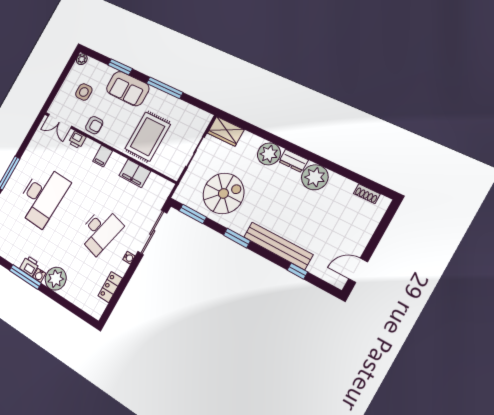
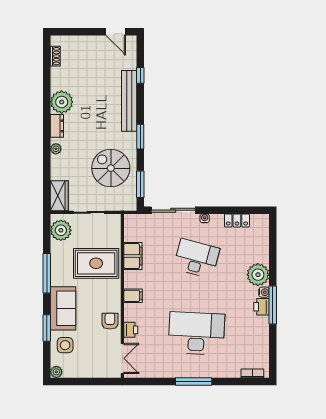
side table: (84, 92) -> (65, 345), moved
plant: (194, 118) -> (61, 230), added
plant: (269, 154) -> (56, 149), width x0.53, depth x0.53

